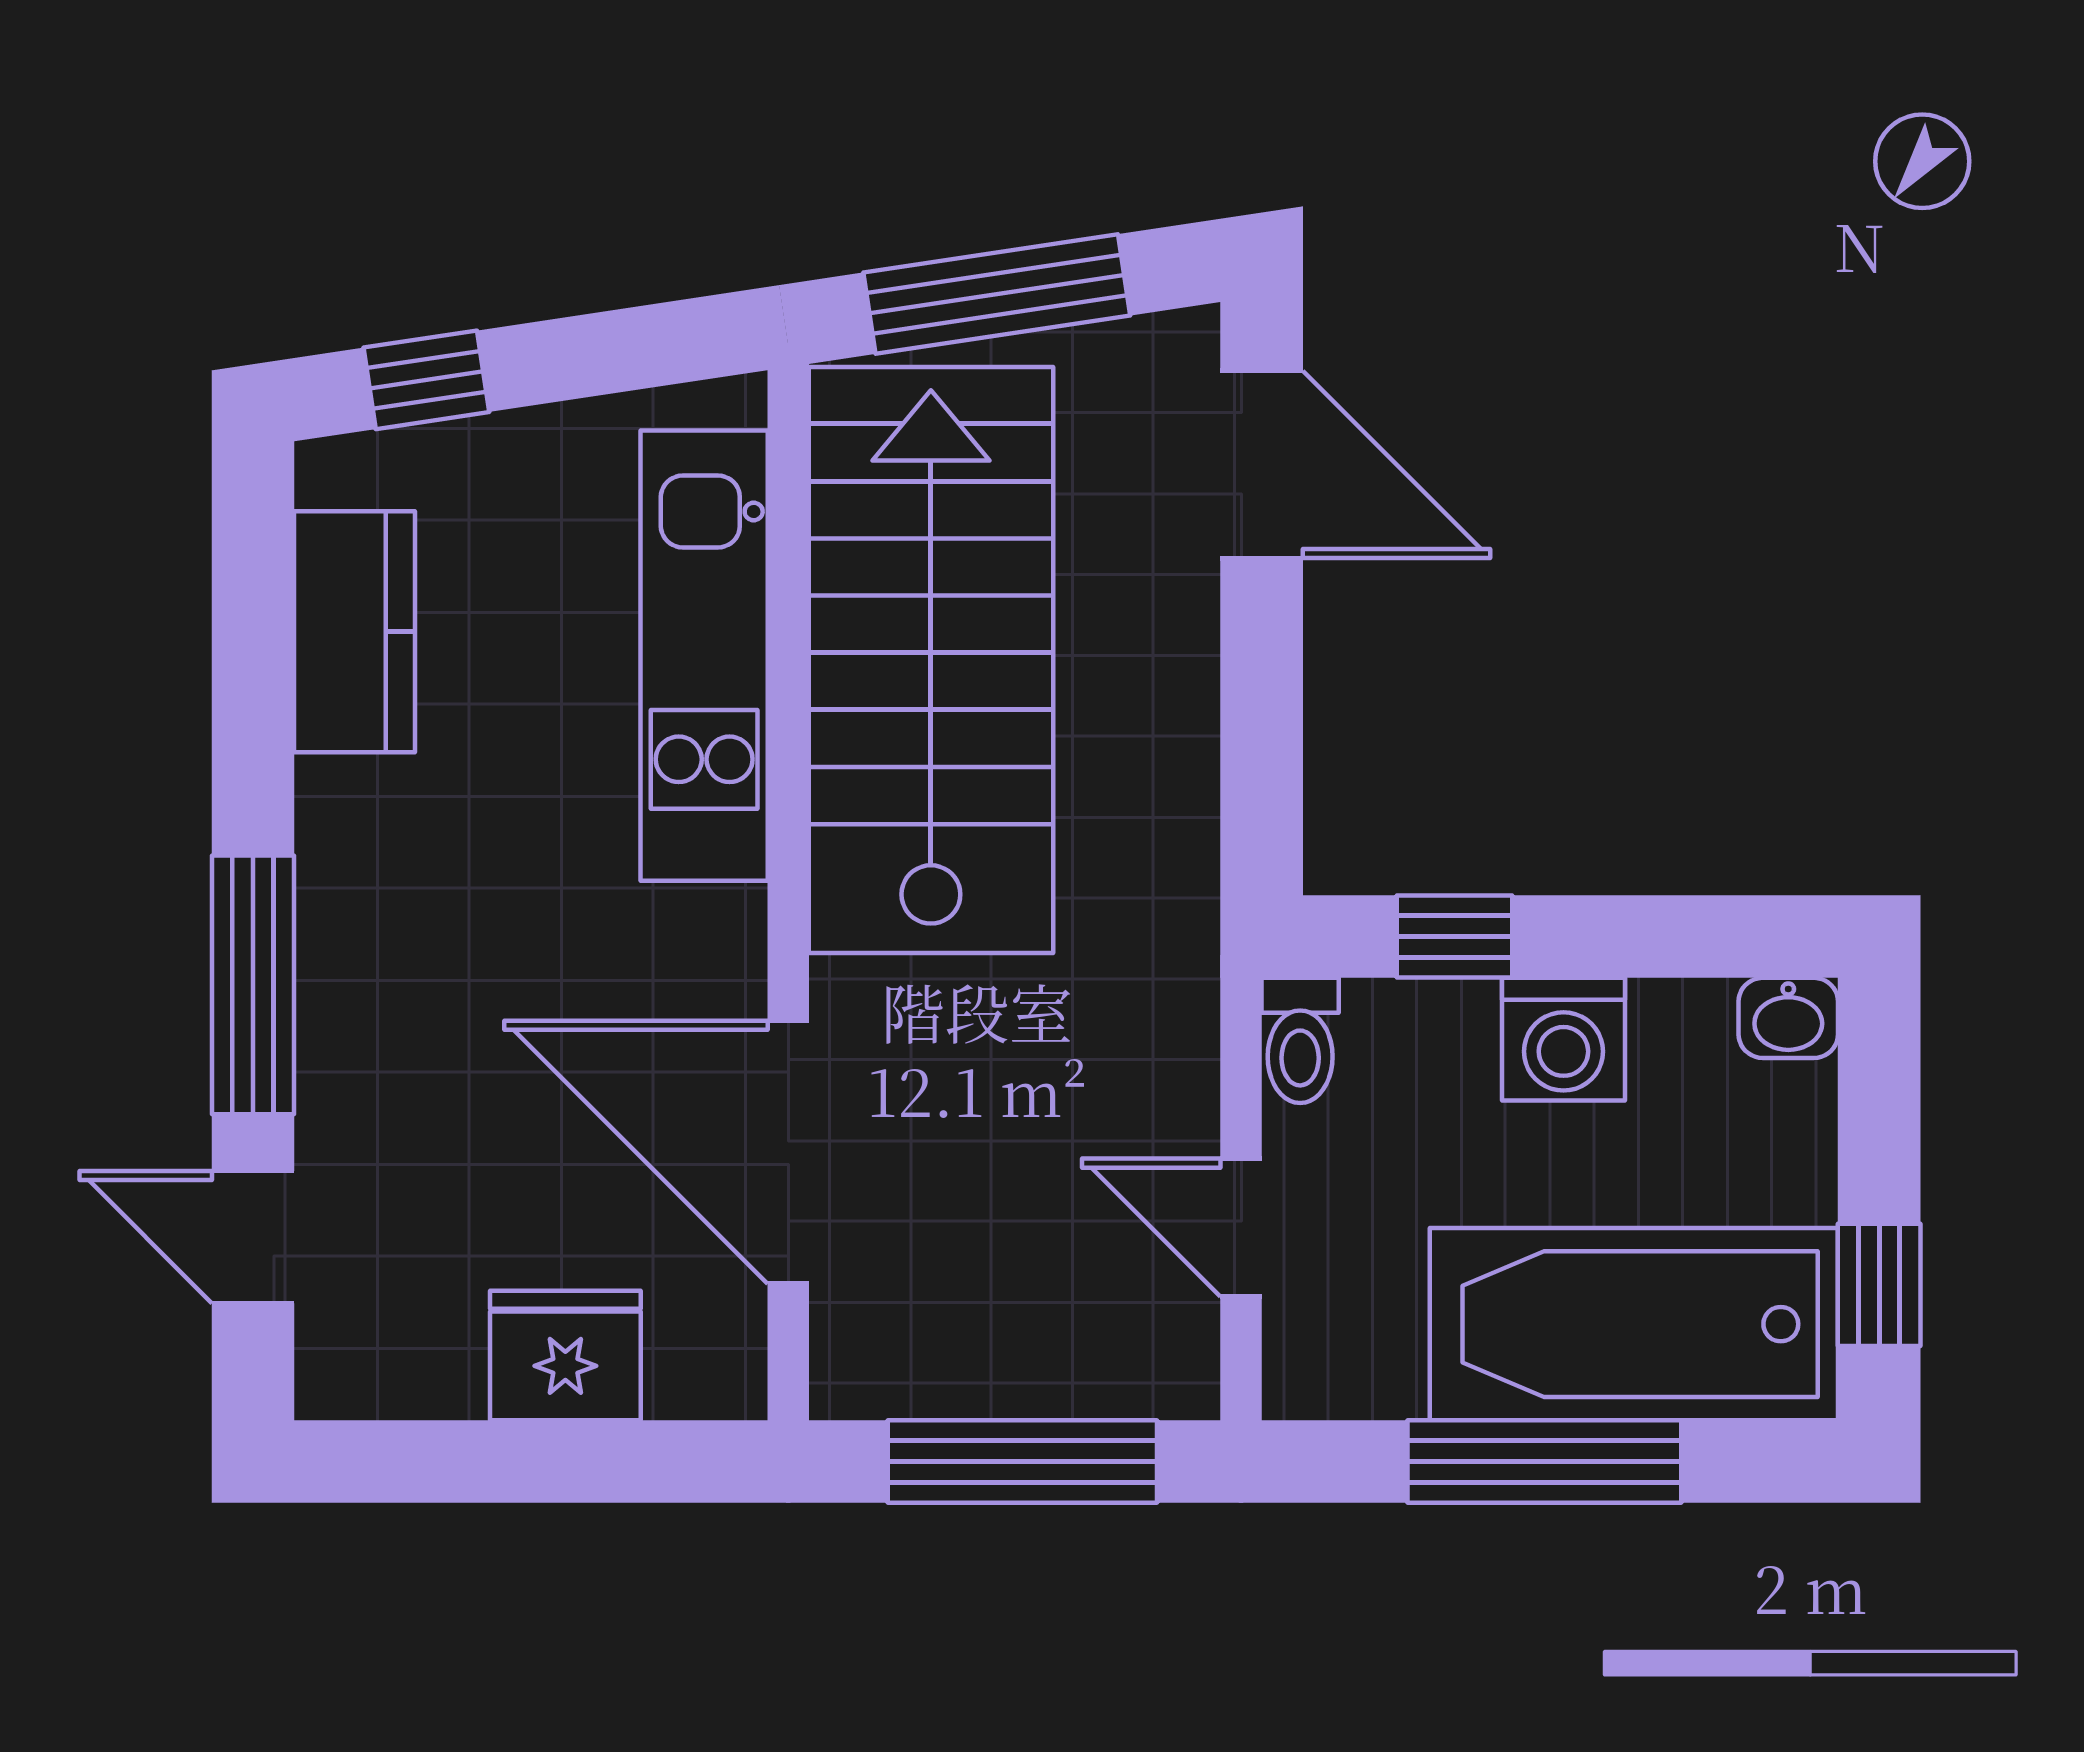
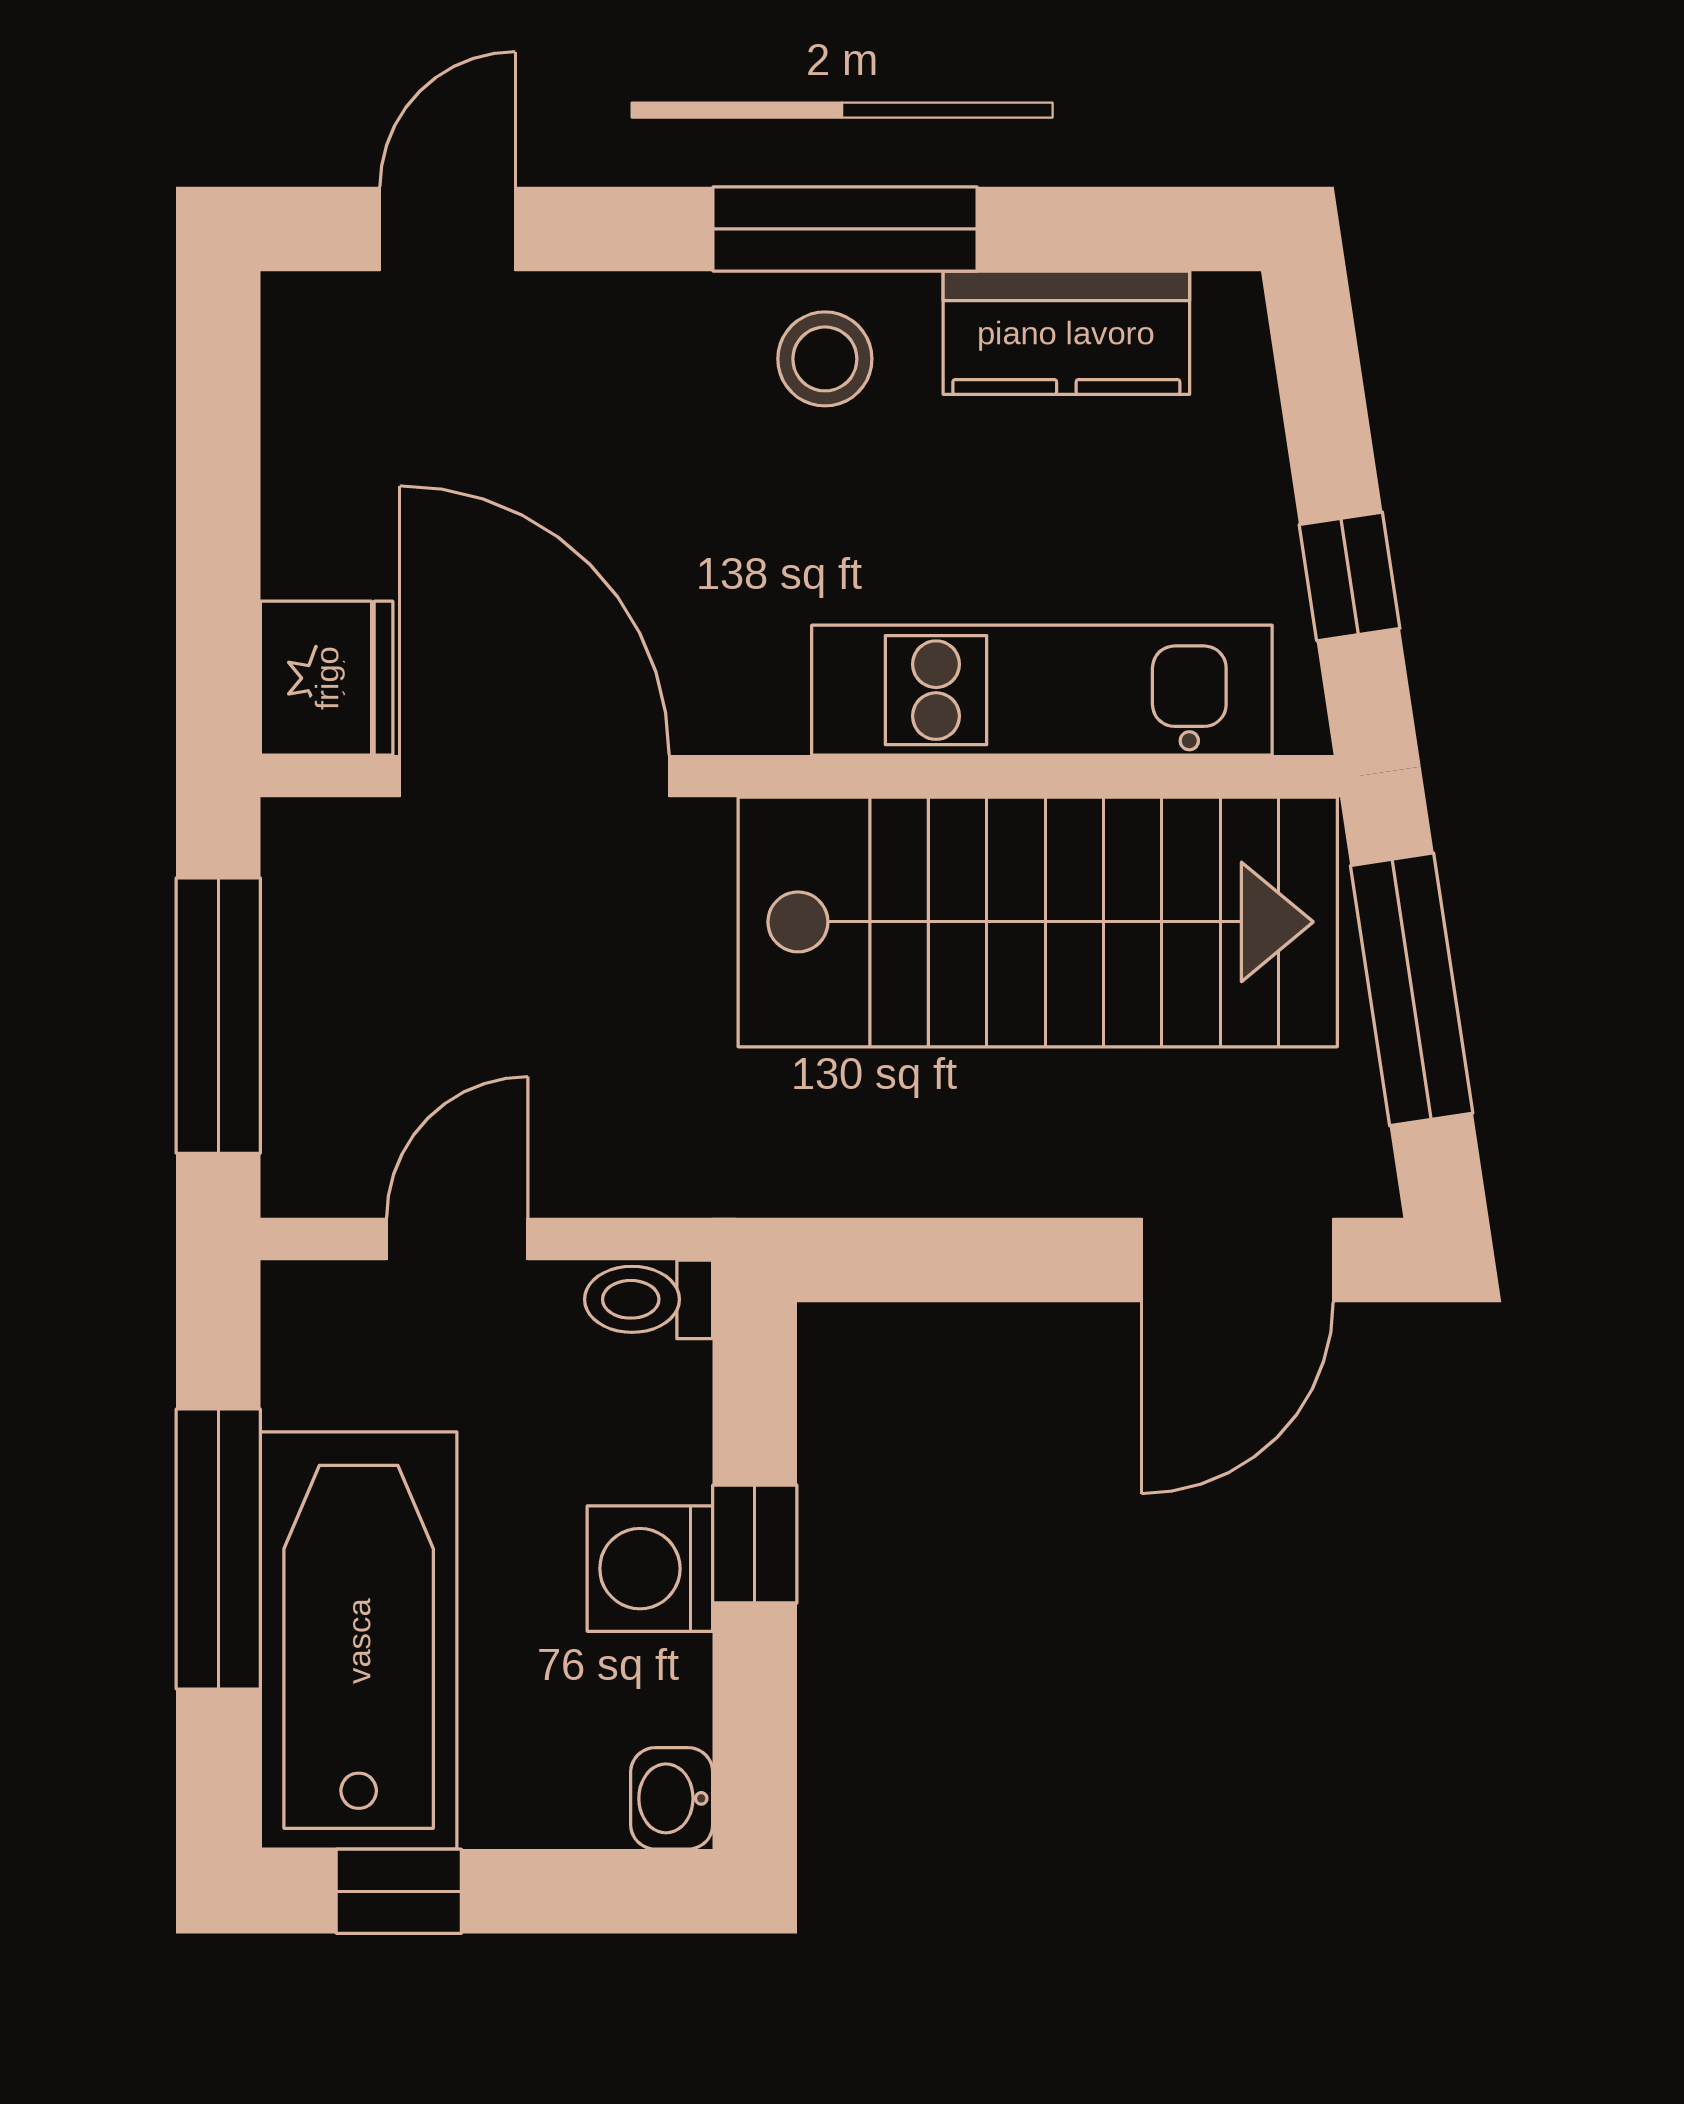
window: (426, 380) -> (1350, 576), moved
stool: (380, 868) -> (825, 359), added
window: (1455, 937) -> (755, 1544), moved
window: (253, 985) -> (845, 229), moved
door: (788, 1152) -> (534, 776), hinge flipped
fridge: (565, 1356) -> (327, 678), moved

